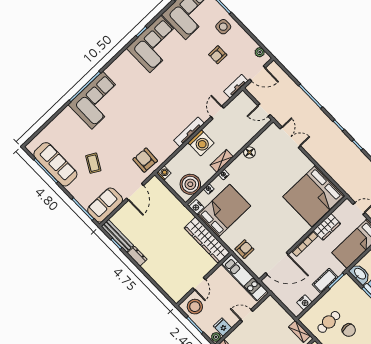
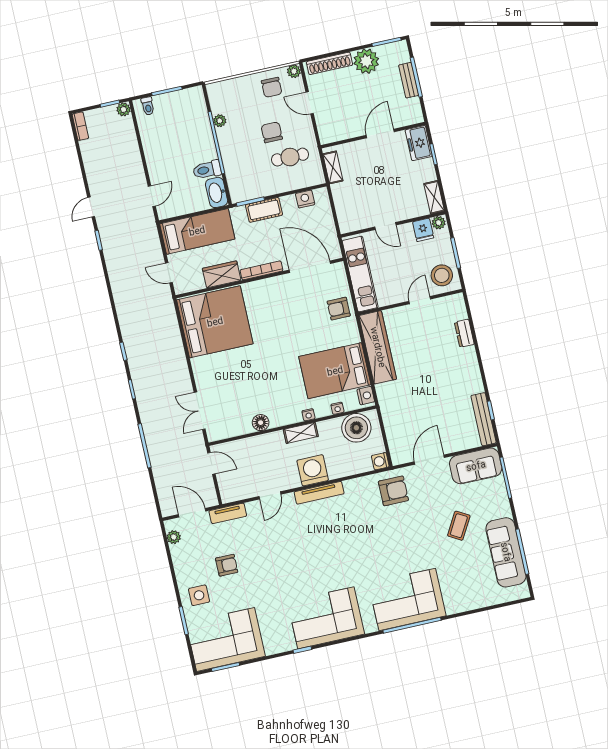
corner sofa: (155, 44) -> (326, 618), moved
armchair: (145, 160) -> (393, 491), turned -93
dresser: (137, 256) -> (464, 333), moved

